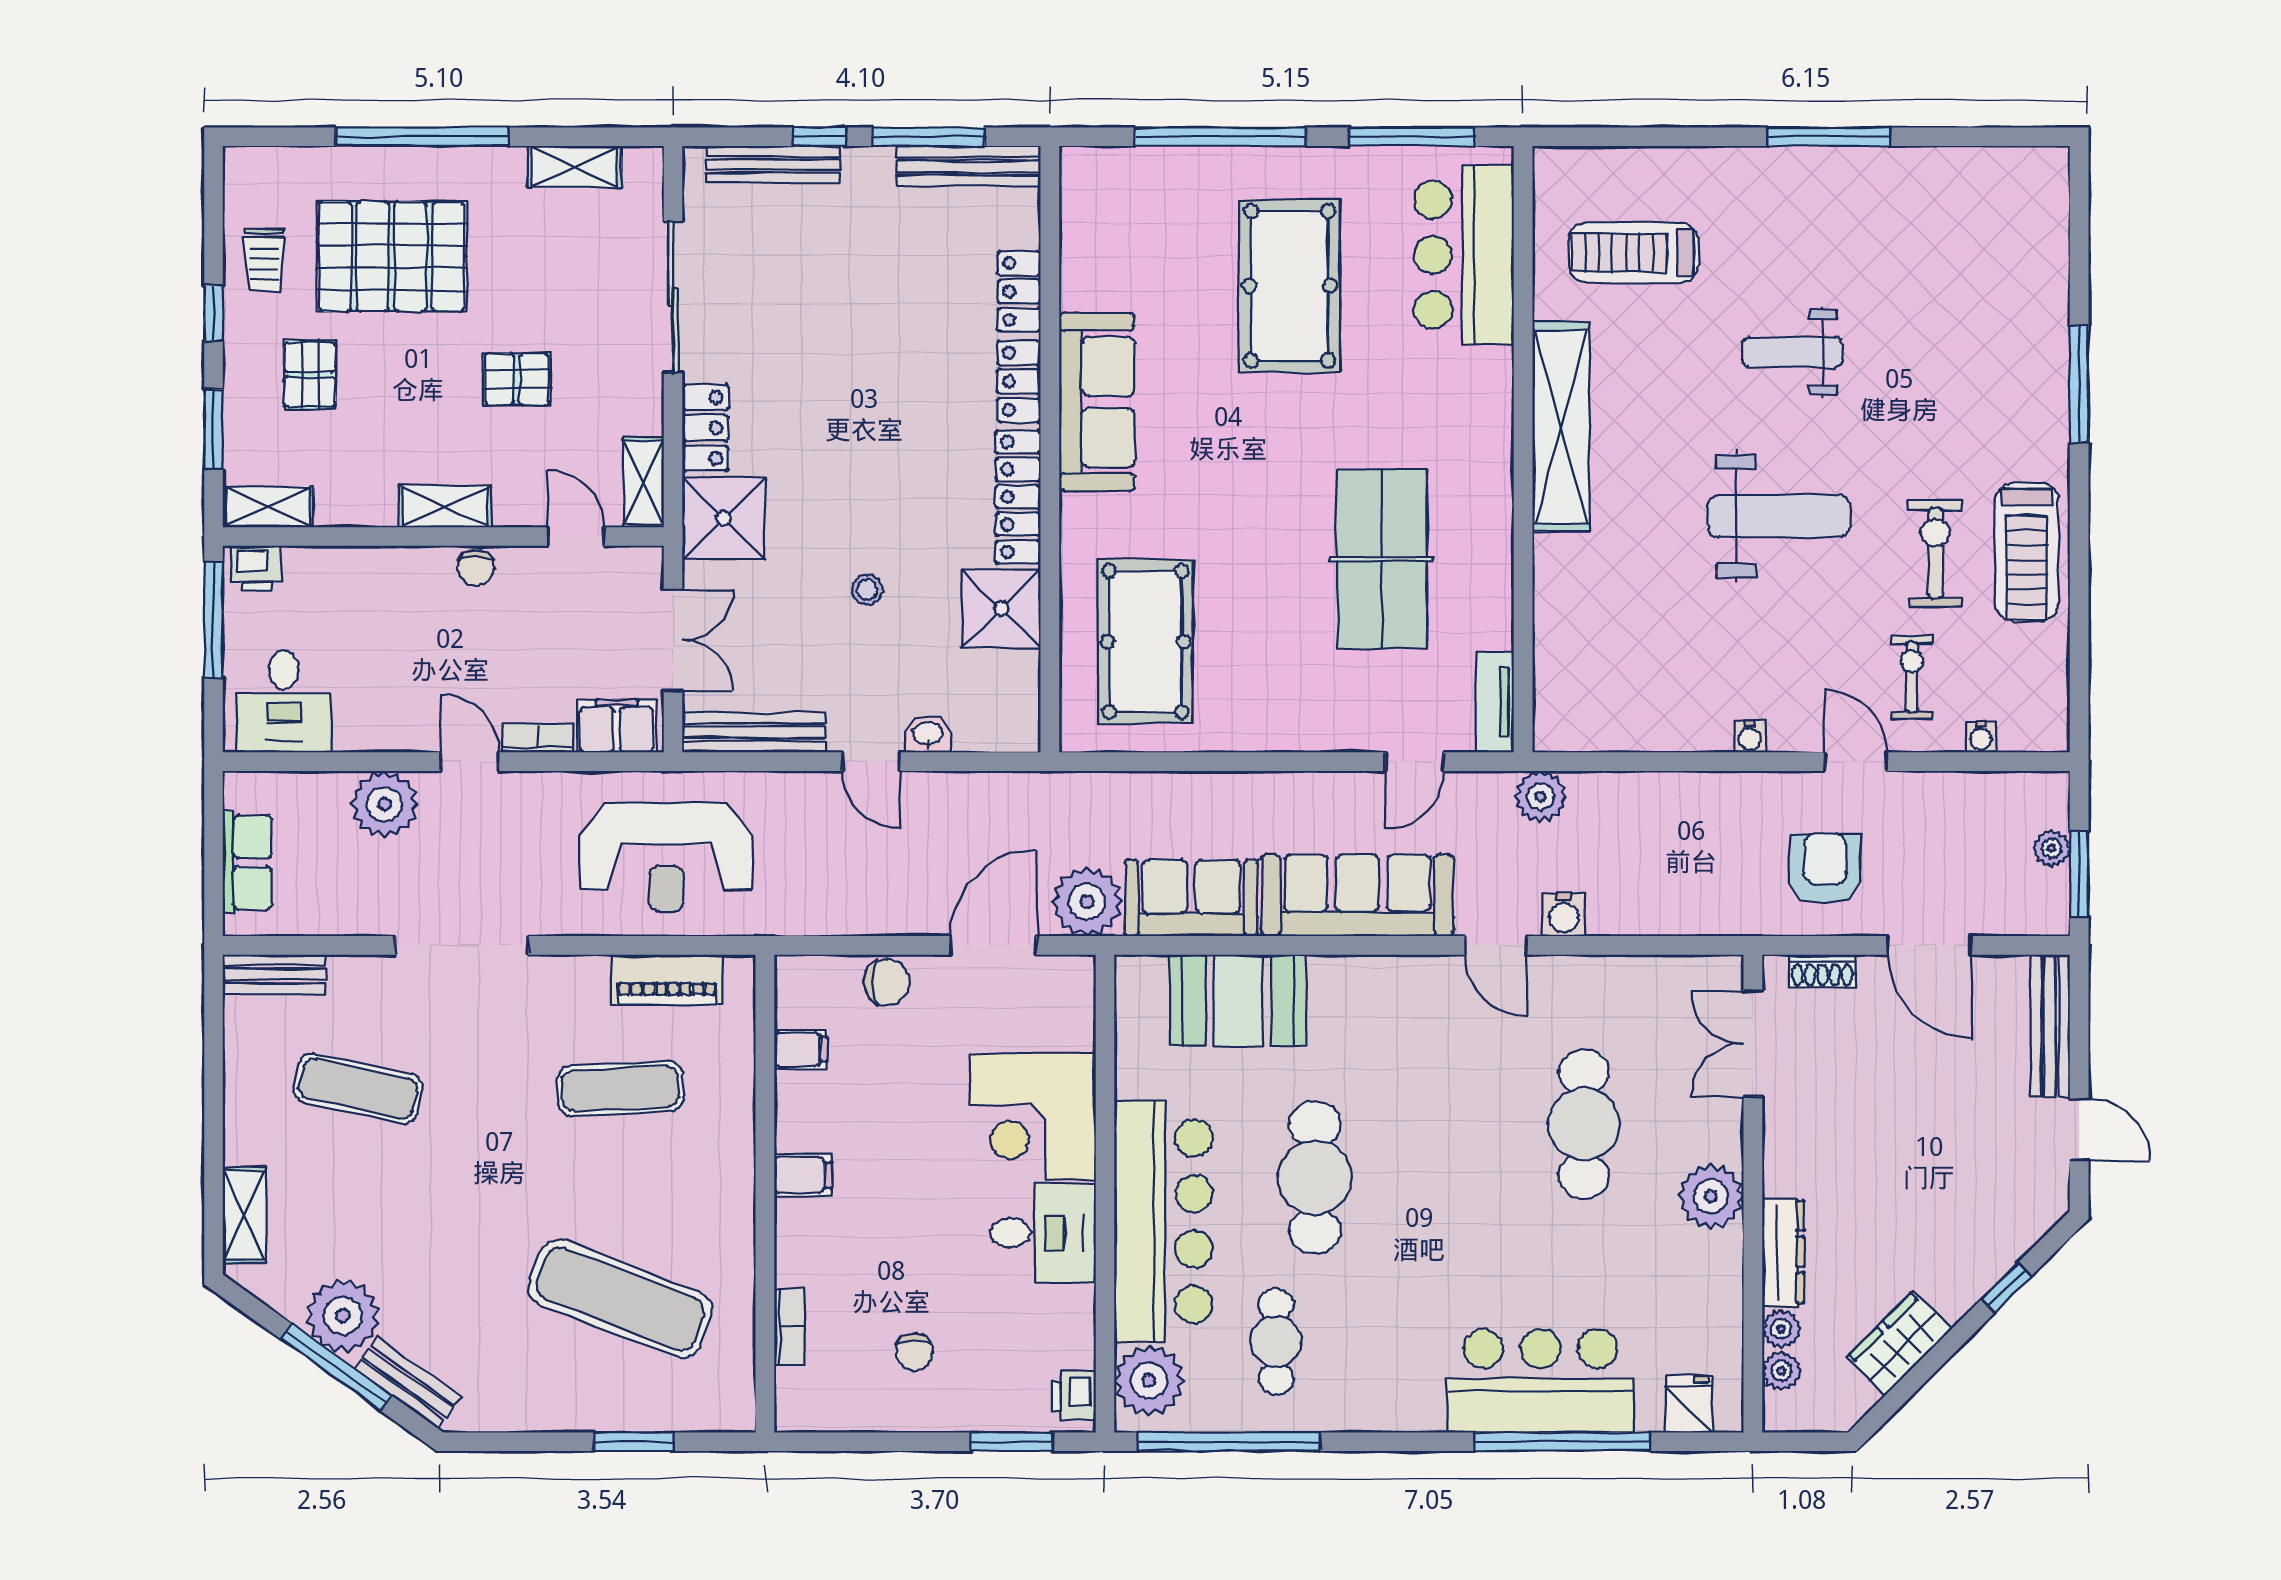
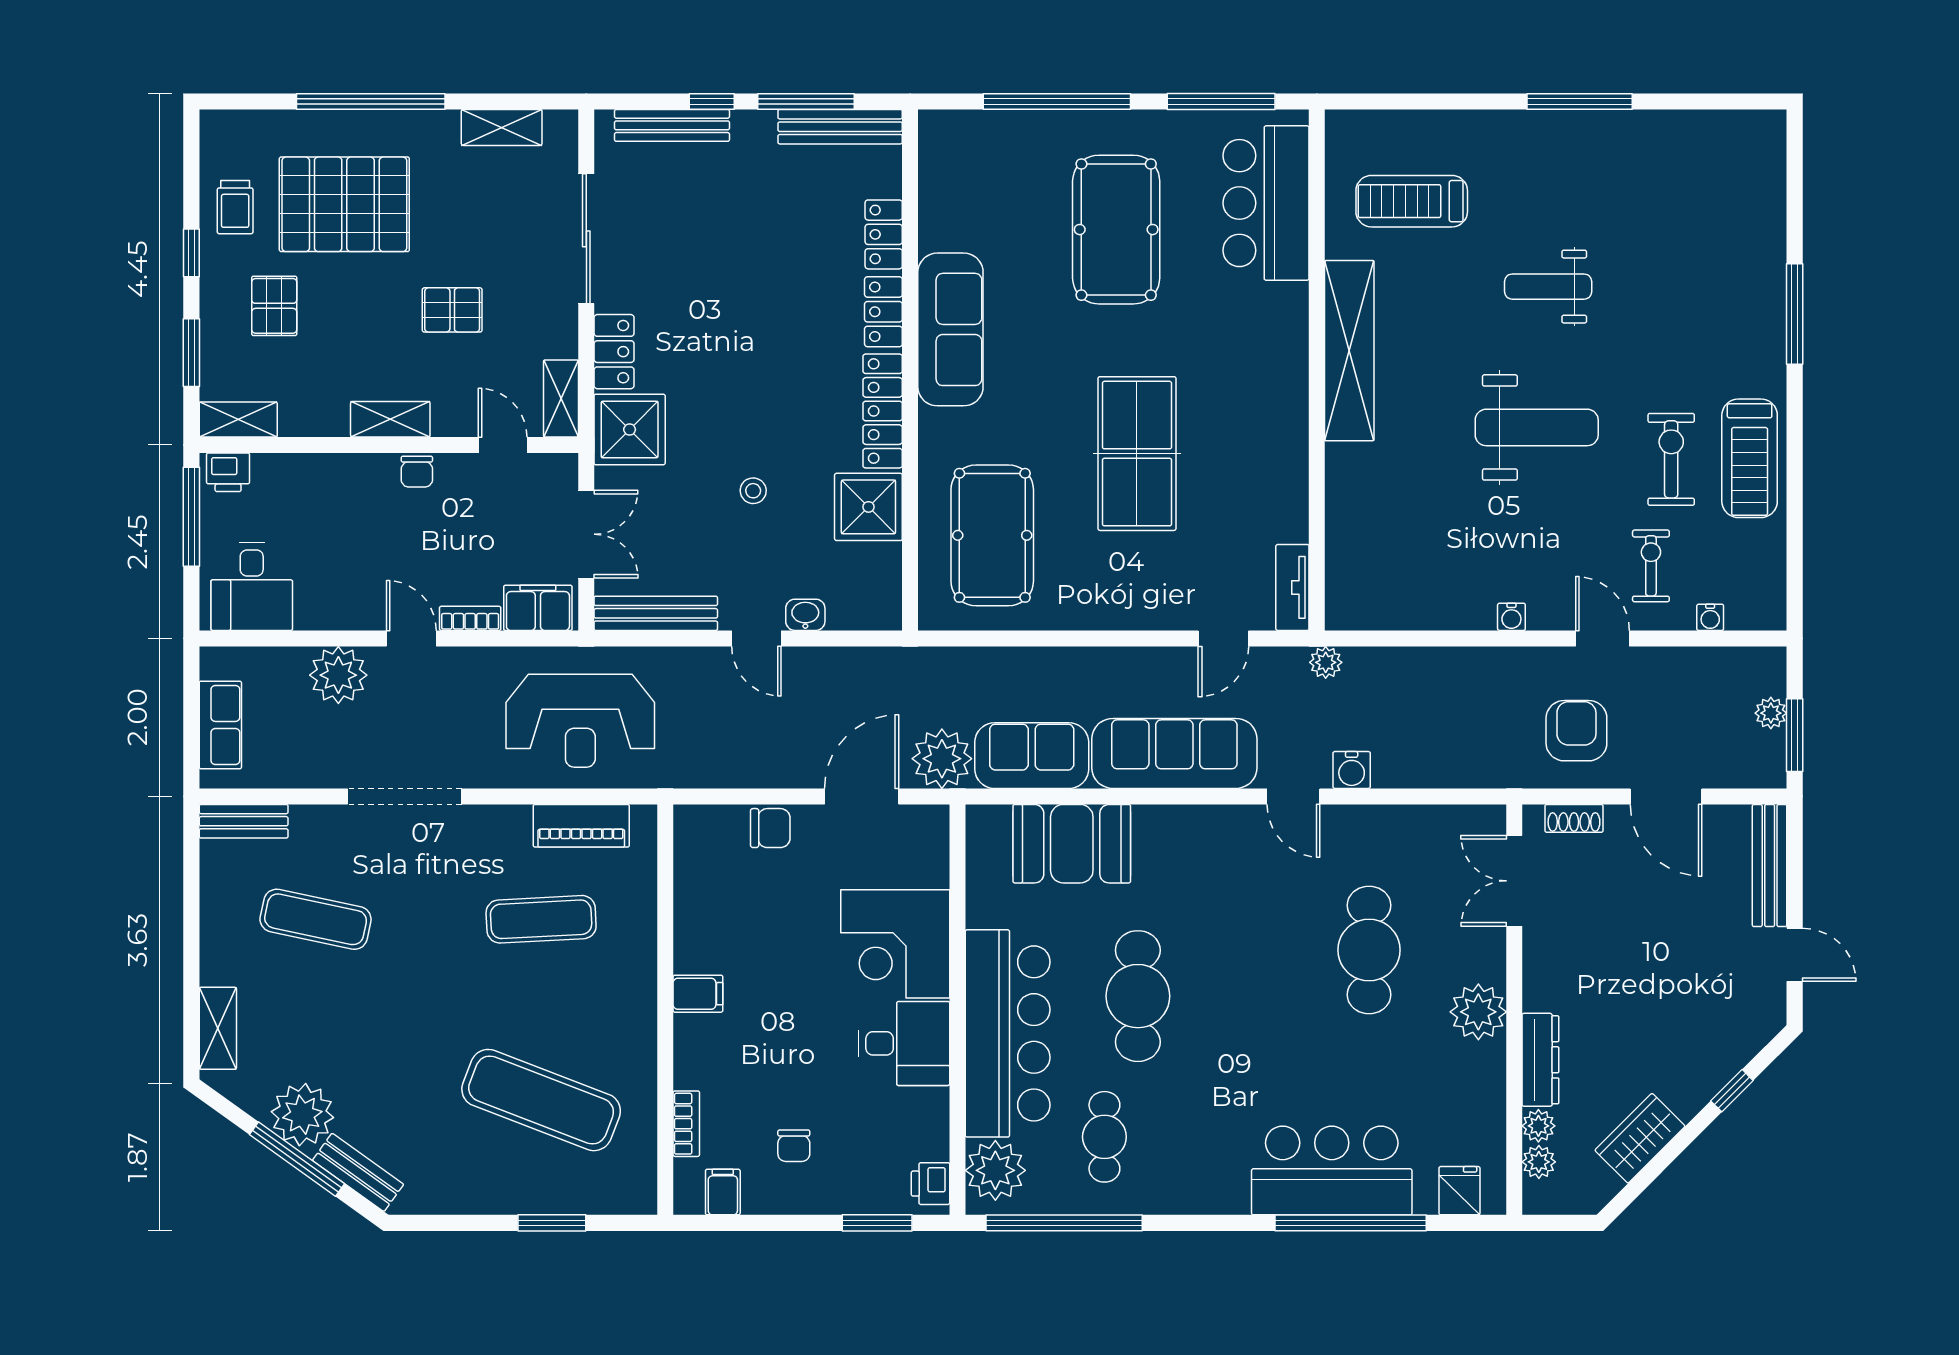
table tennis table: (1382, 559) -> (1137, 454), moved
plant: (1540, 796) -> (1326, 662), width x0.73, depth x0.73
filing cabinet: (801, 1049) -> (723, 1192), moved, turned -90

